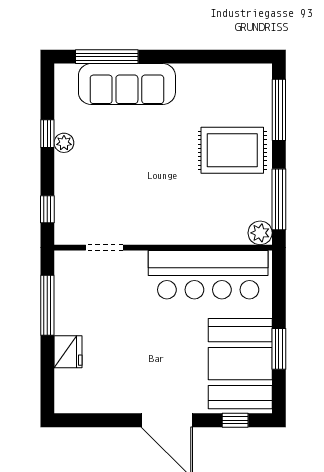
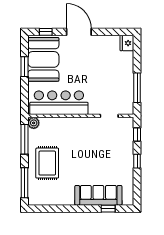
window: (107, 57) -> (108, 209), width x0.46
window: (47, 134) -> (137, 161), moved
plant: (64, 143) -> (129, 167), removed
rug: (232, 150) -> (47, 163), turned 90
fridge: (68, 352) -> (127, 43), moved

